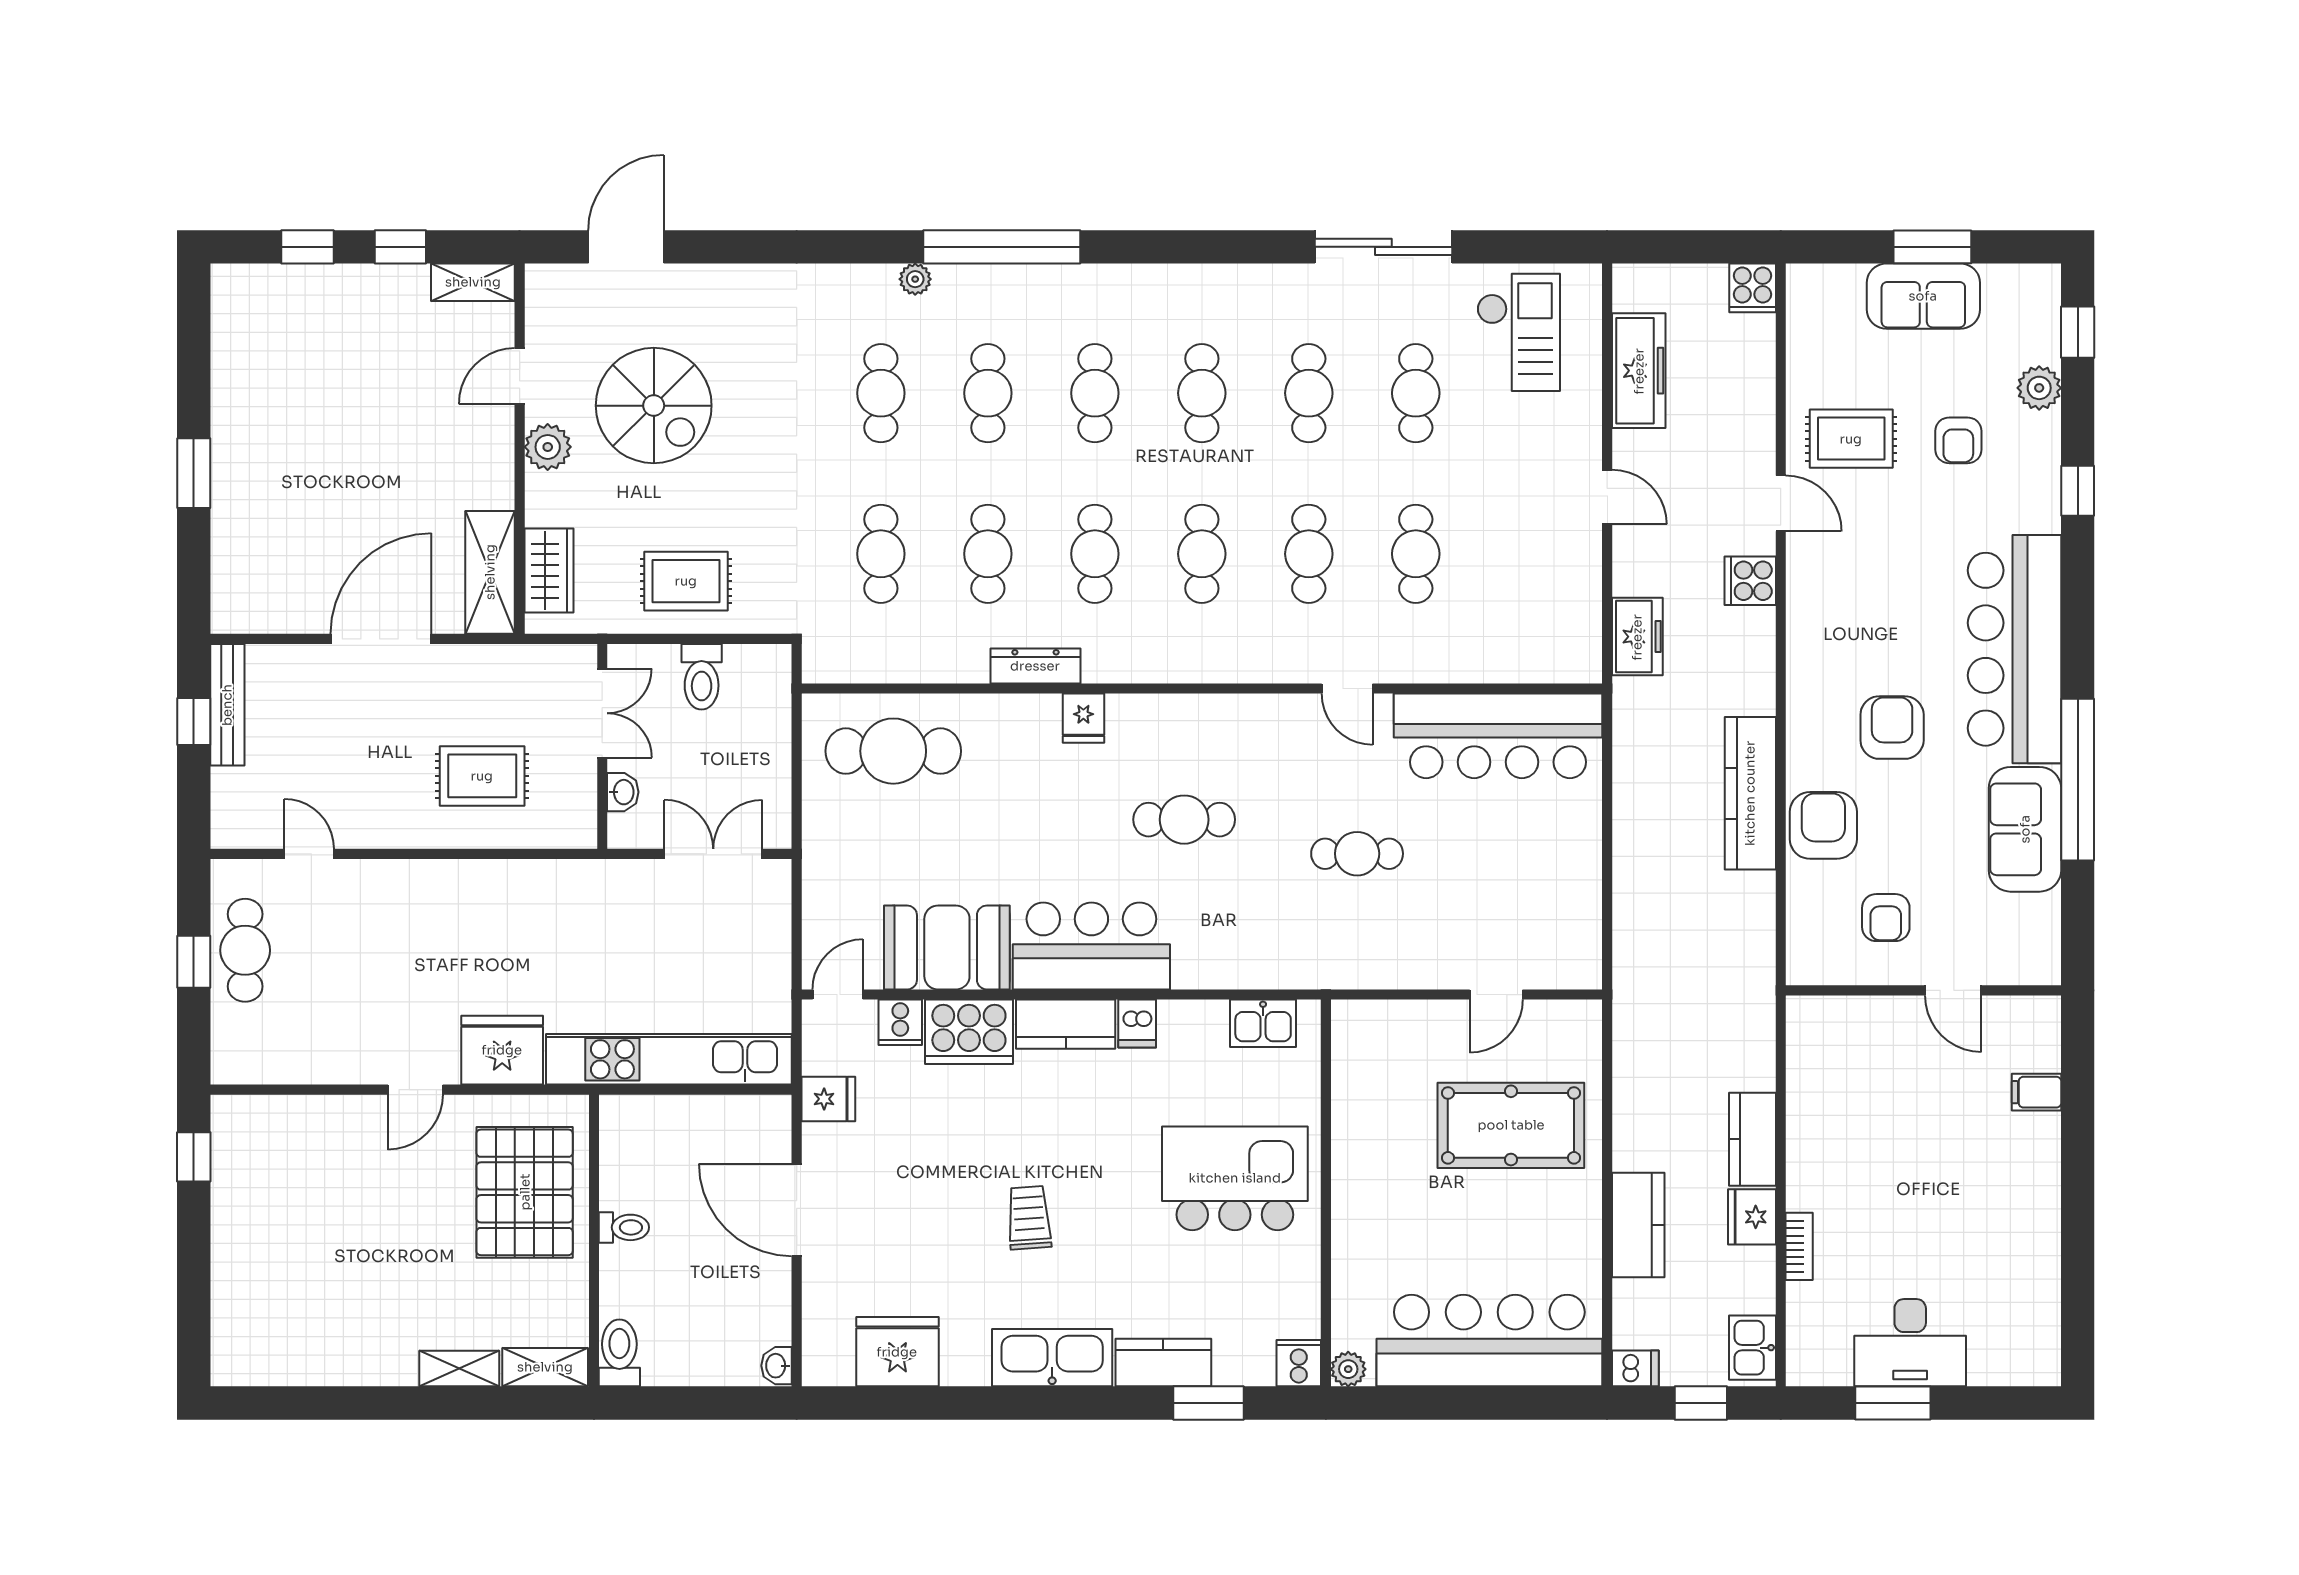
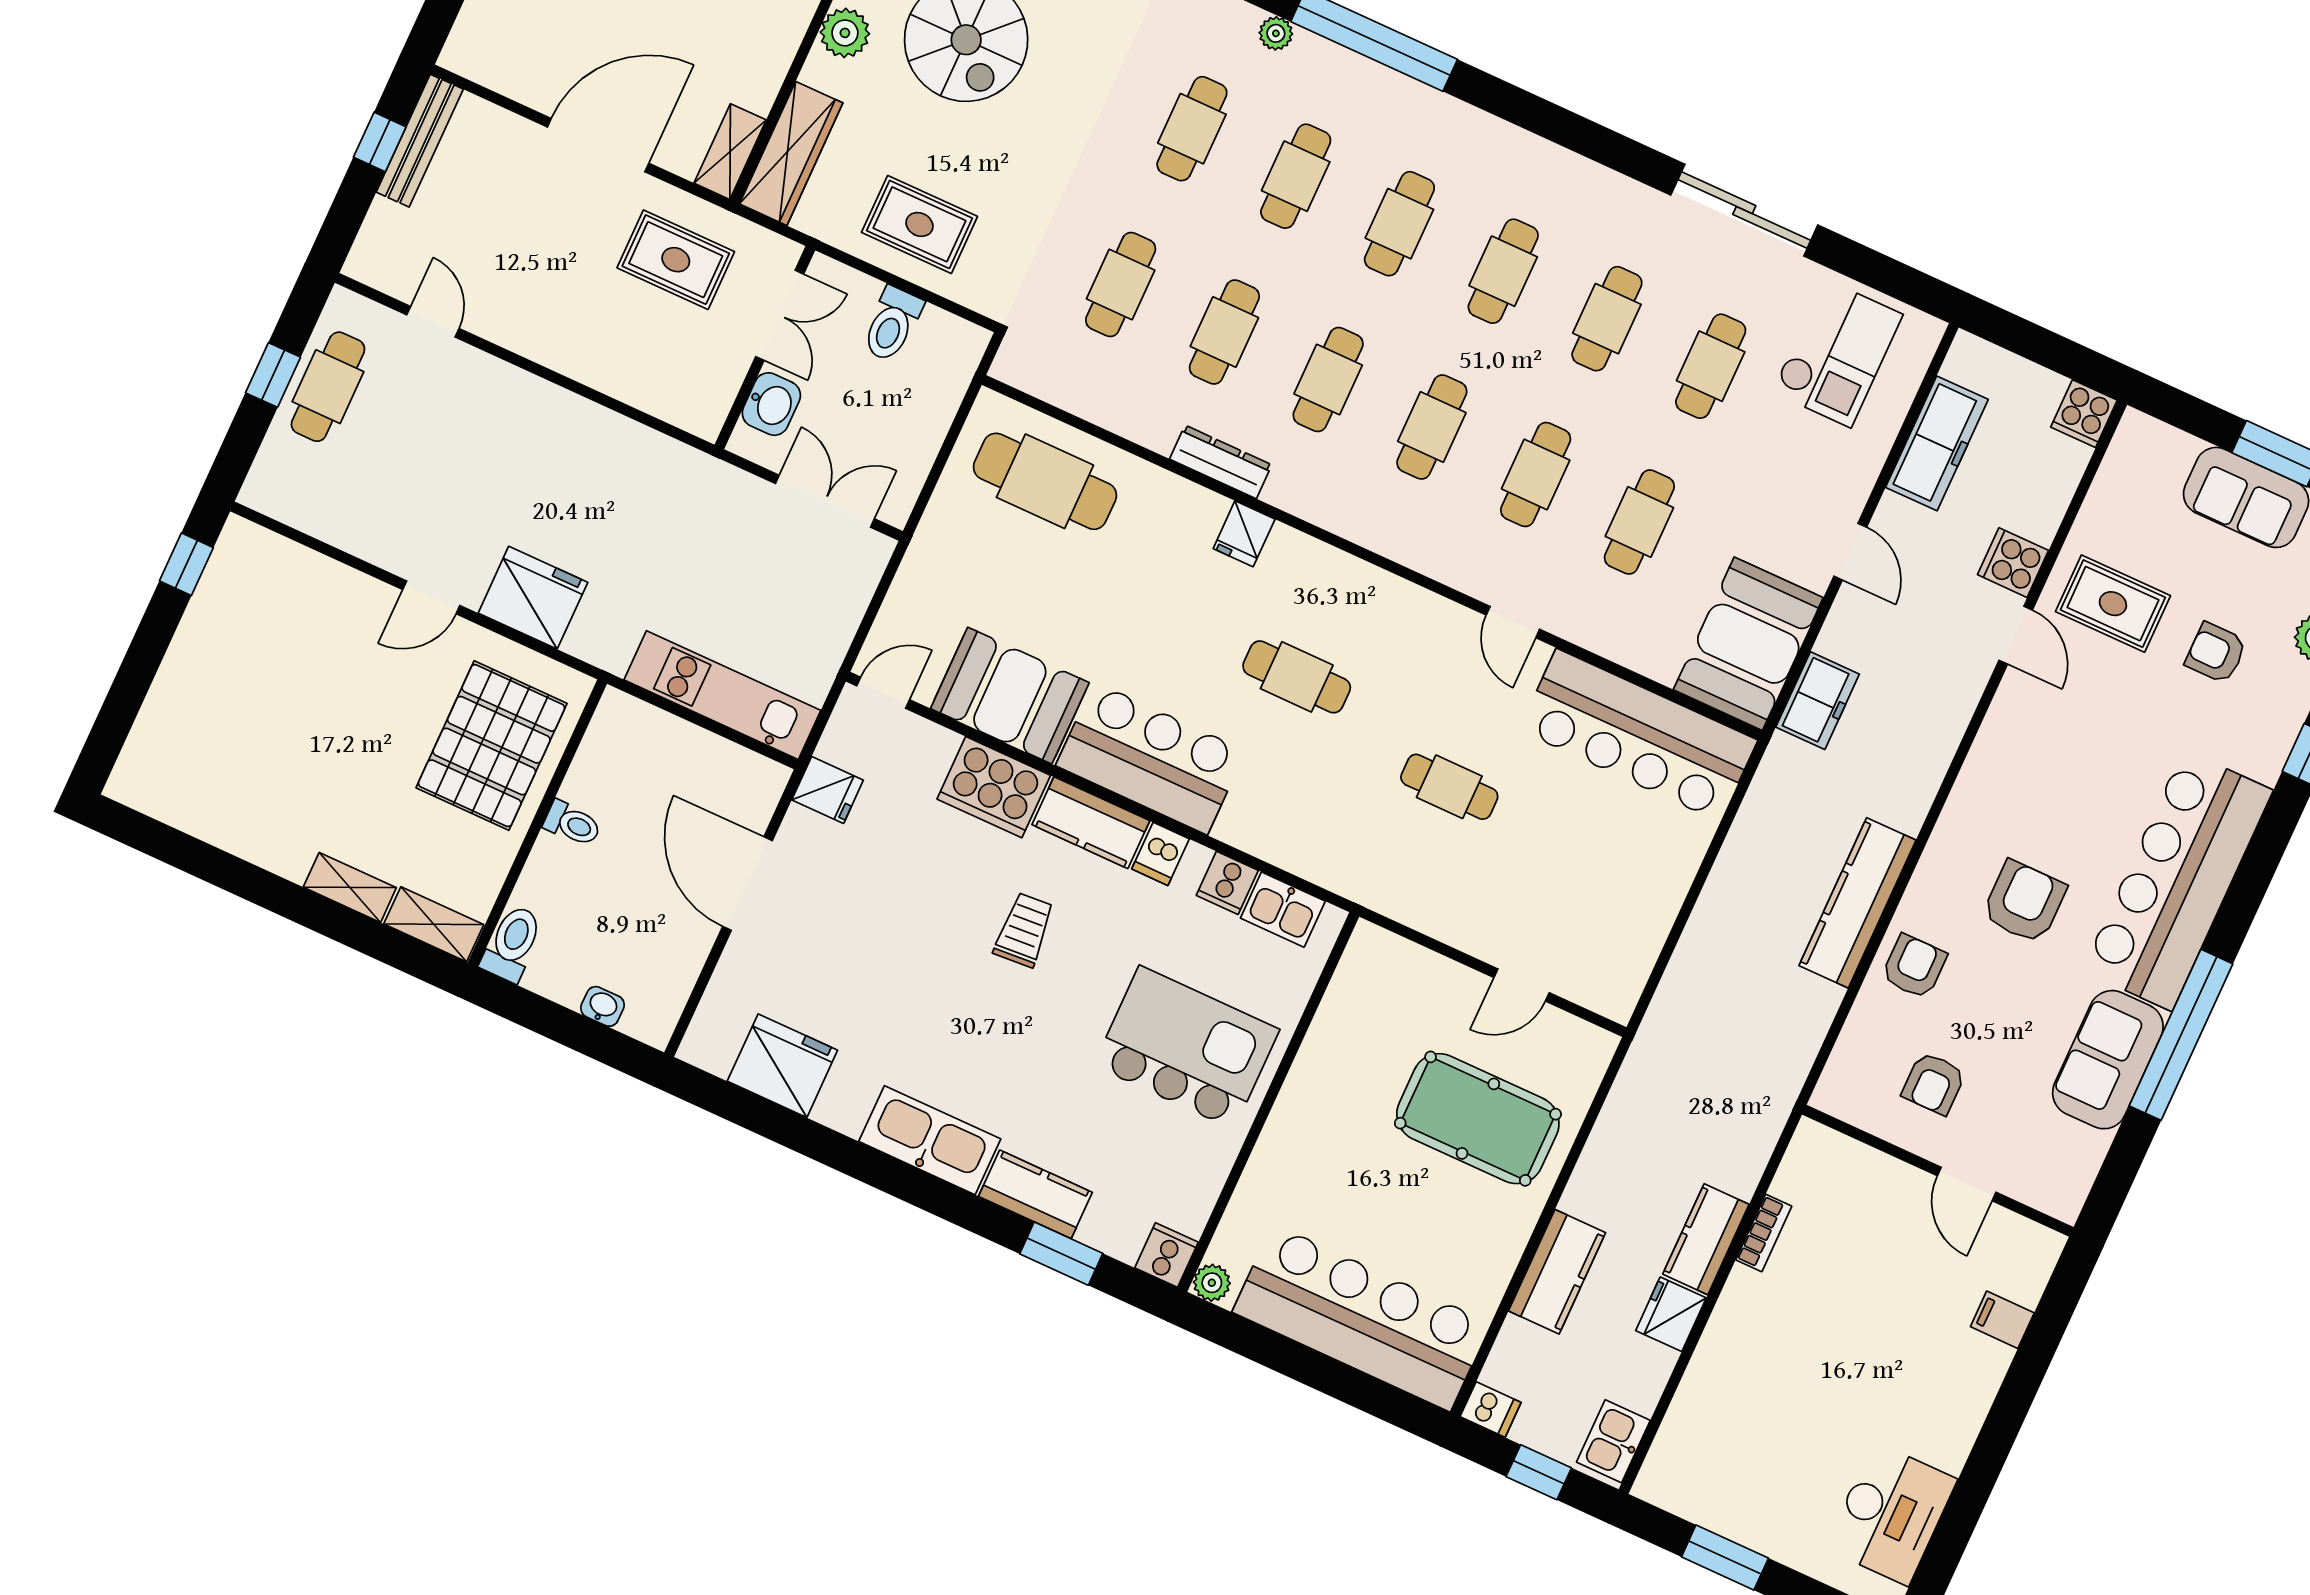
armchair: (1958, 440) -> (2216, 653), turned 90
wardrobe: (549, 571) -> (791, 153), width x1.50
shelving: (490, 572) -> (730, 152), width x0.67, depth x0.75
cooker: (1750, 581) -> (2013, 563), moved
booth: (1556, 615) -> (1748, 644), added
rug: (482, 776) -> (676, 260), moved
washbasin: (623, 792) -> (771, 404), width x1.38, depth x1.45
armchair: (1823, 825) -> (1914, 966), width x0.72, depth x0.72
cooker: (900, 1022) -> (1227, 883), moved
kitchen unit: (669, 1059) -> (722, 695), width x0.73
trolley: (1029, 1218) -> (1024, 930), moved
bookcase: (1799, 1246) -> (1764, 1233), moved
desk: (1910, 1343) -> (1891, 1514), moved, turned -90
washbasin: (777, 1366) -> (602, 1006), moved, turned 90

